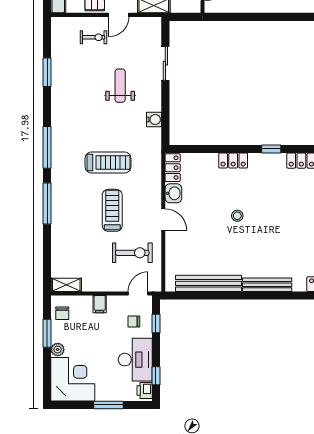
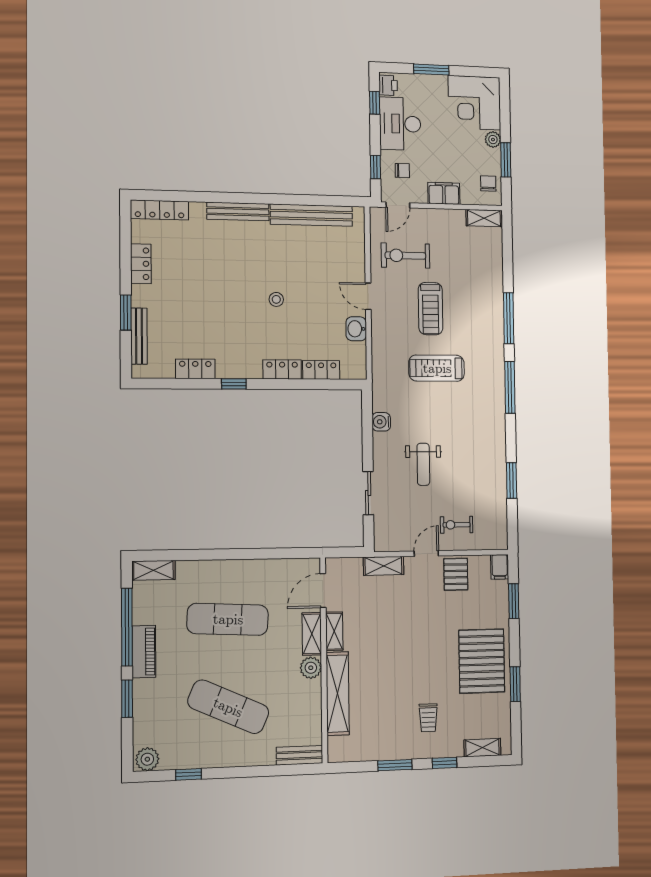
locker: (173, 168) -> (321, 370), moved, turned 90
filing cabinet: (100, 304) -> (444, 193), width x2.00

